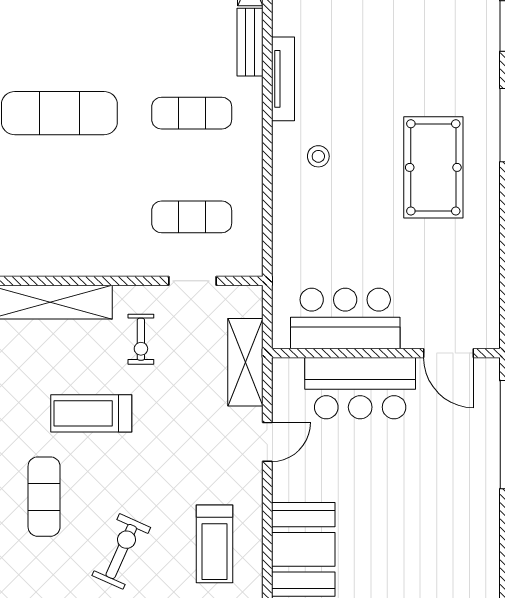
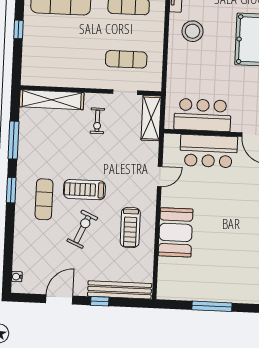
stool: (318, 156) -> (193, 31), width x1.89, depth x1.89
shelving: (245, 362) -> (151, 118), moved
treadmill: (91, 413) -> (84, 190), moved

